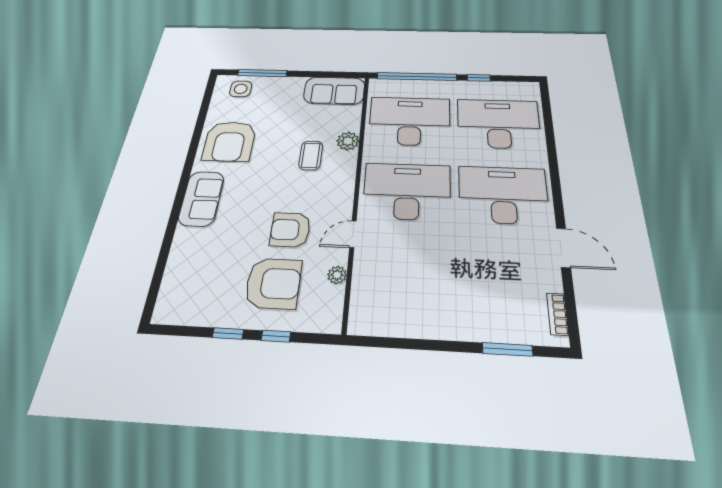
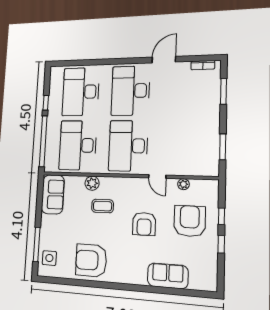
armchair: (229, 141) -> (91, 260), turned 180
sofa: (201, 198) -> (168, 276), moved
armchair: (290, 230) -> (144, 224), moved
window: (401, 343) -> (223, 147), added

